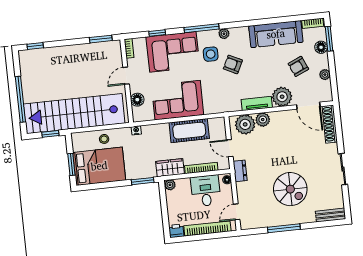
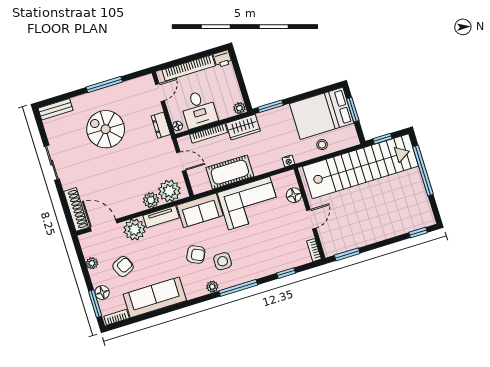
corner sofa: (173, 52) -> (265, 255), removed
sofa: (222, 102) -> (200, 210), added
dresser: (240, 171) -> (161, 125), moved

